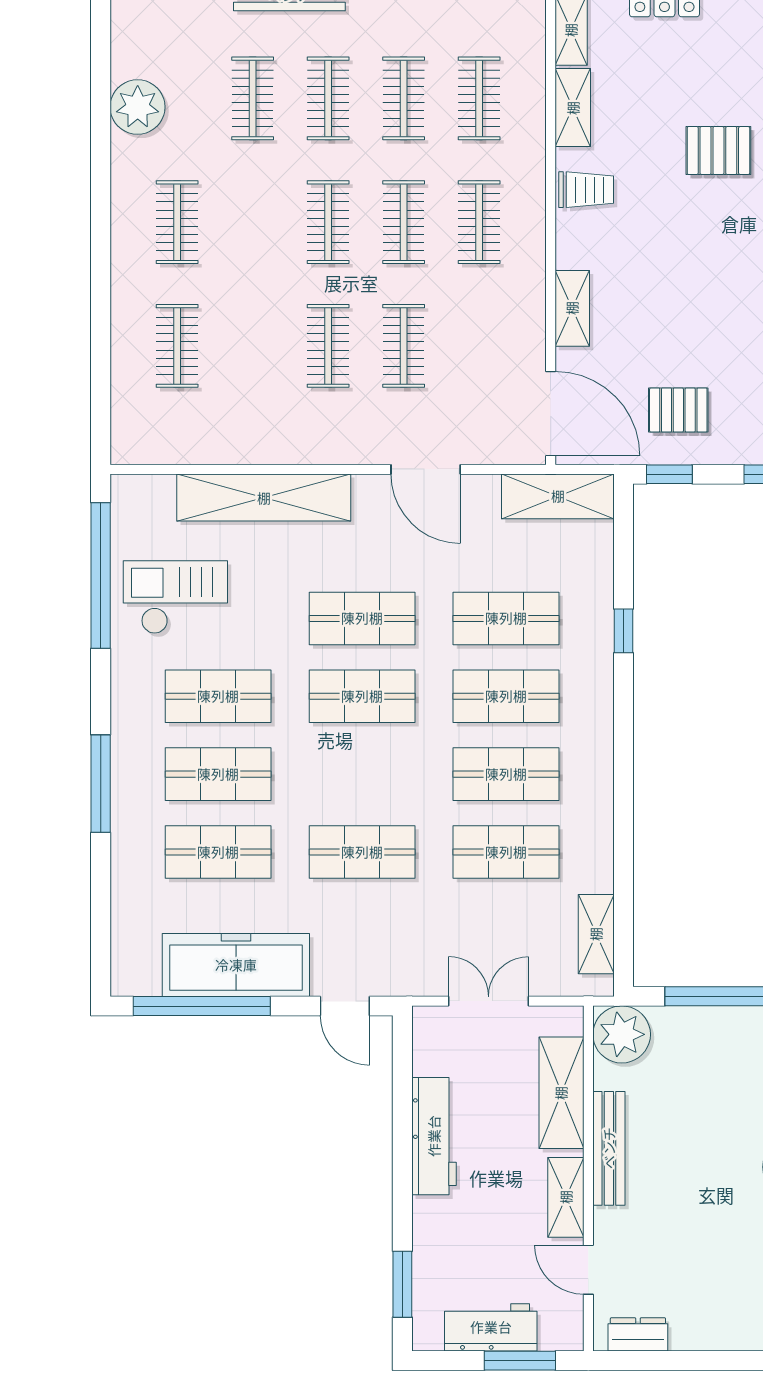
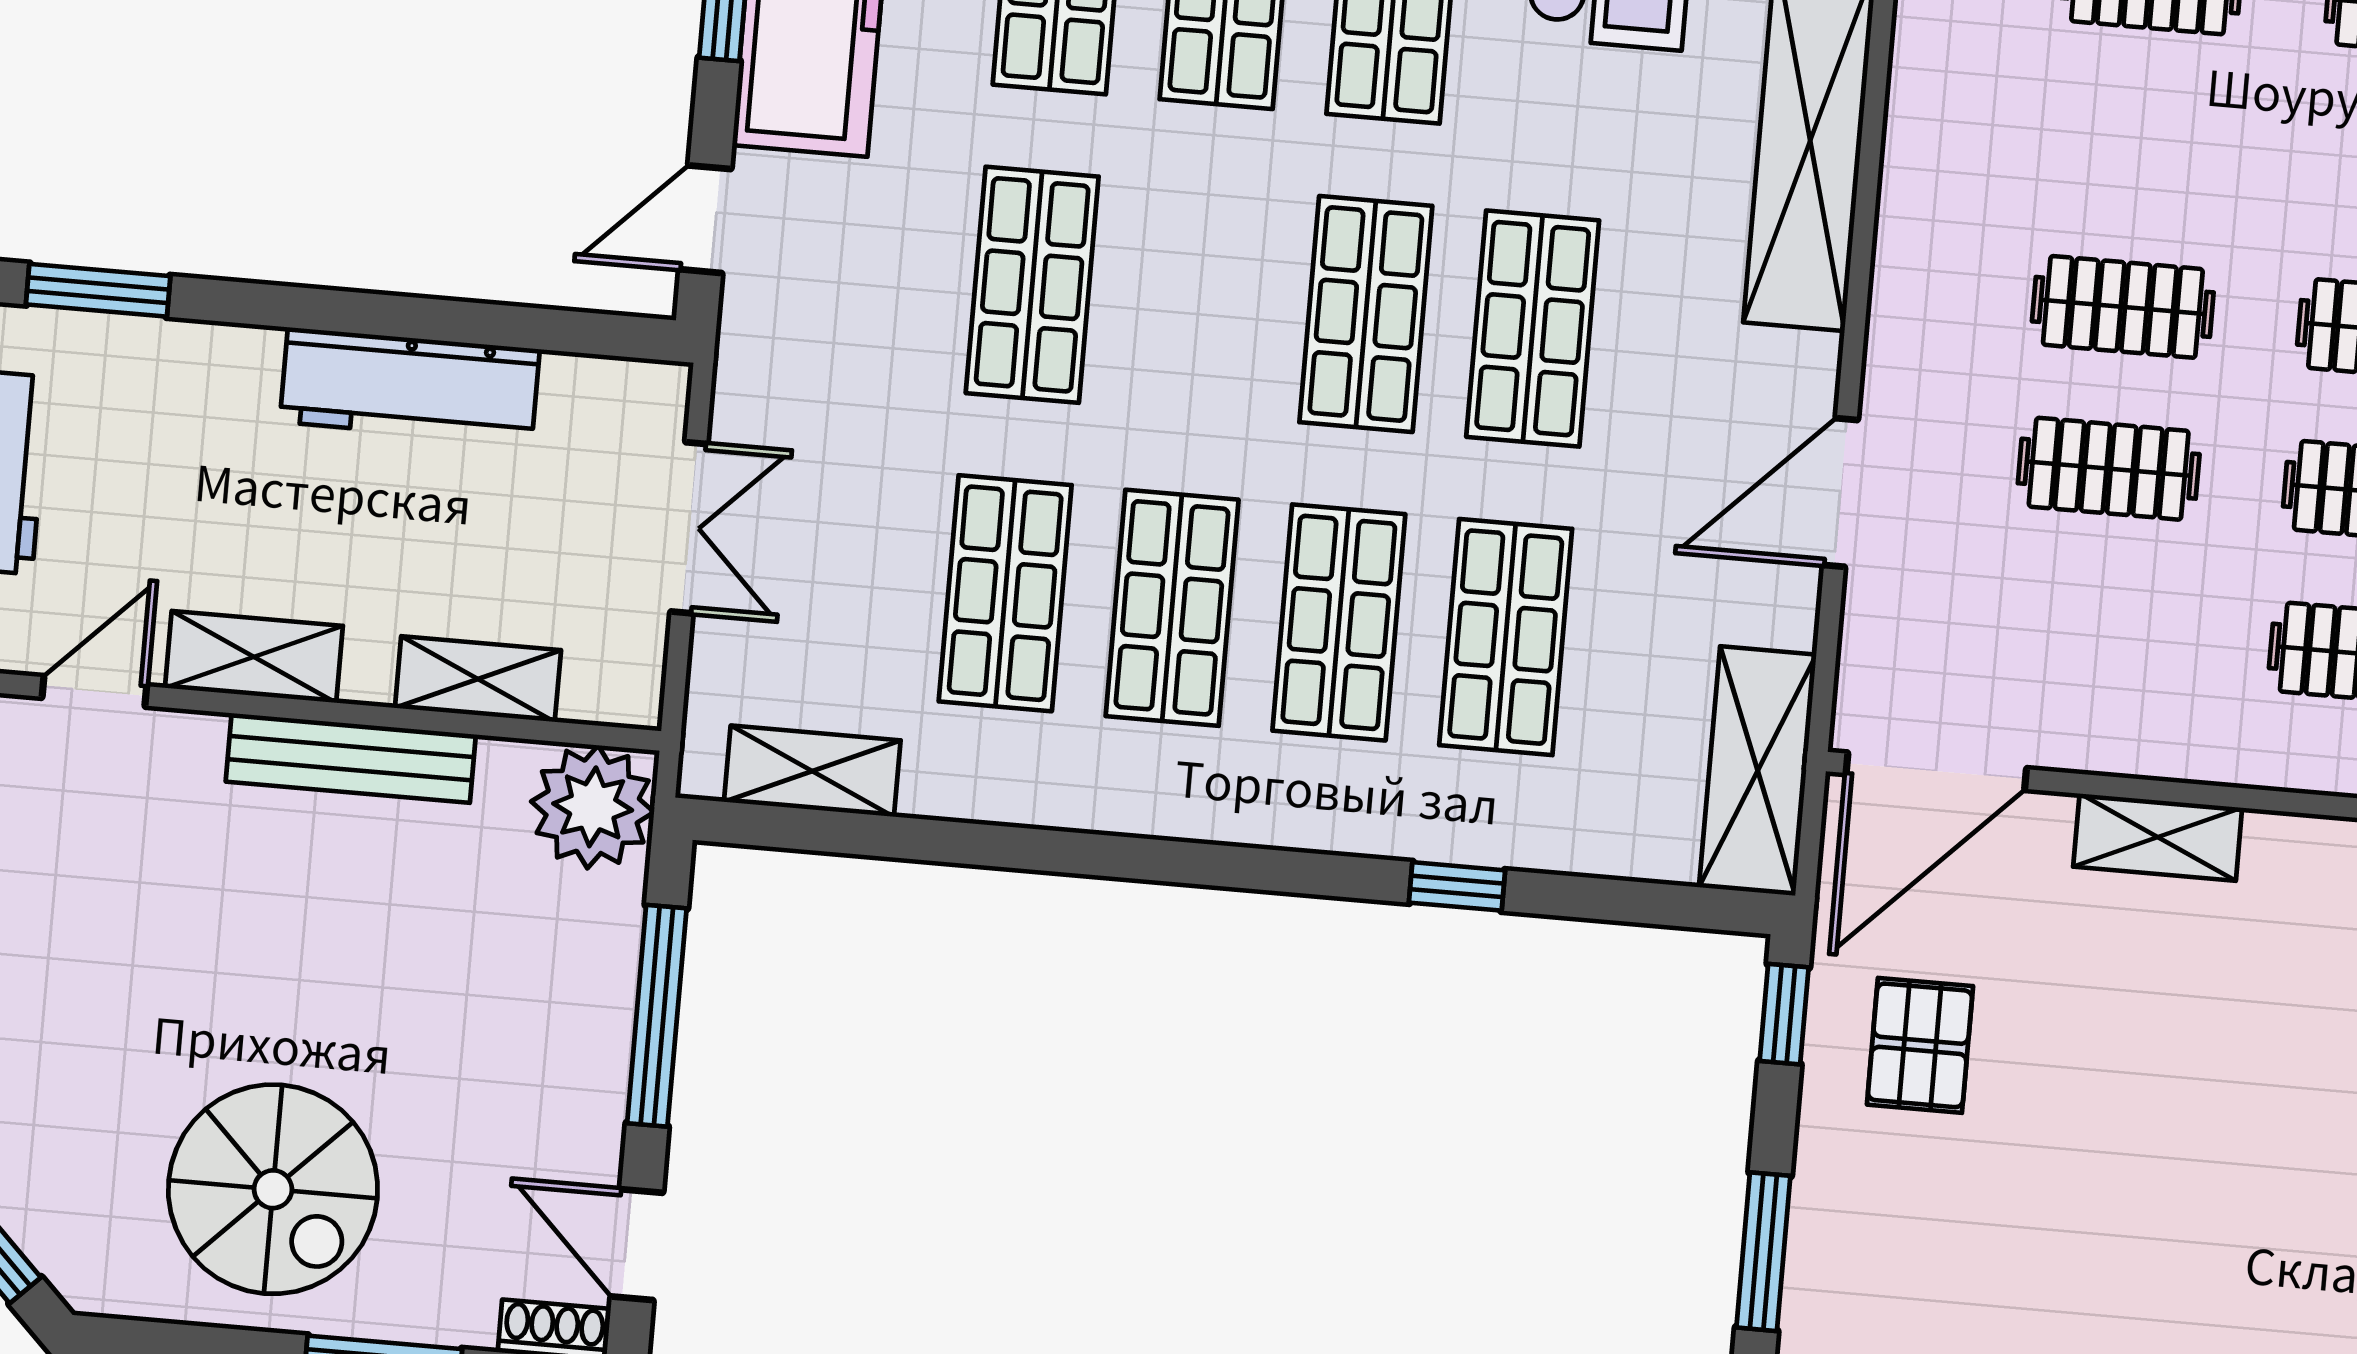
shelving: (561, 1093) -> (478, 679), width x0.67, depth x0.75

